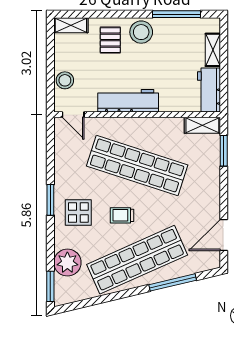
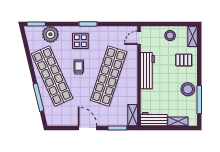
stool: (141, 32) -> (188, 89), moved
stool: (65, 80) -> (170, 35), moved
door: (224, 235) -> (88, 128), moved

